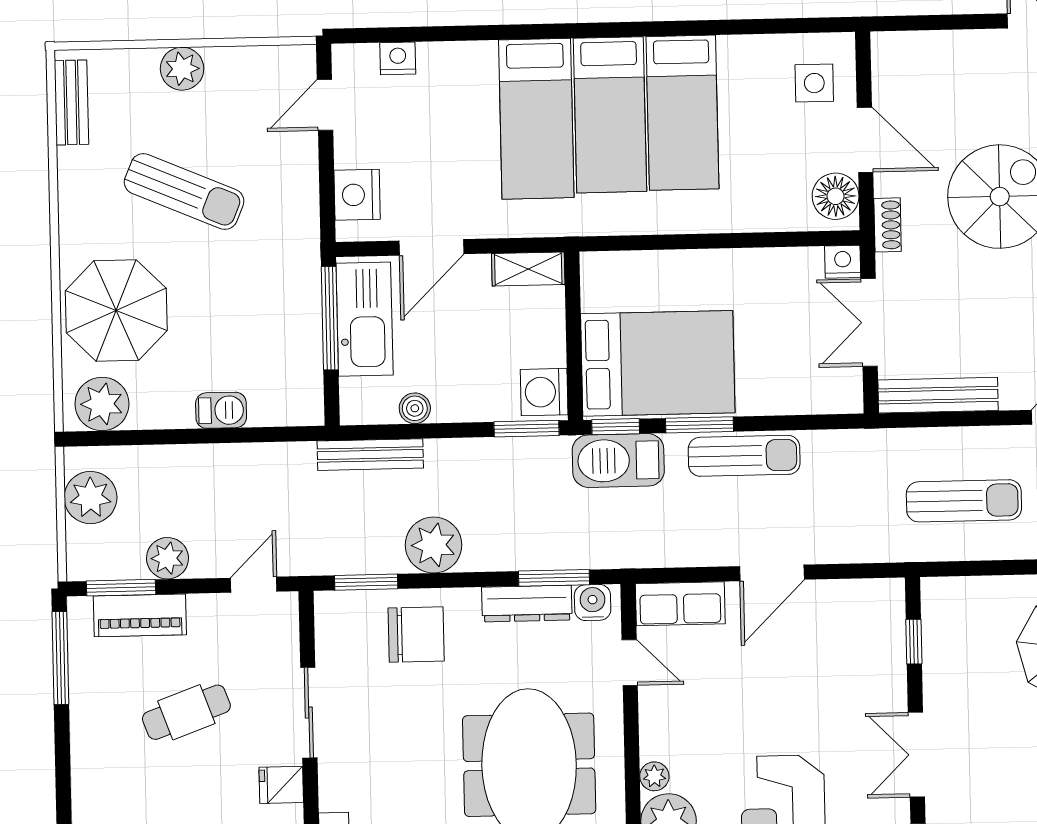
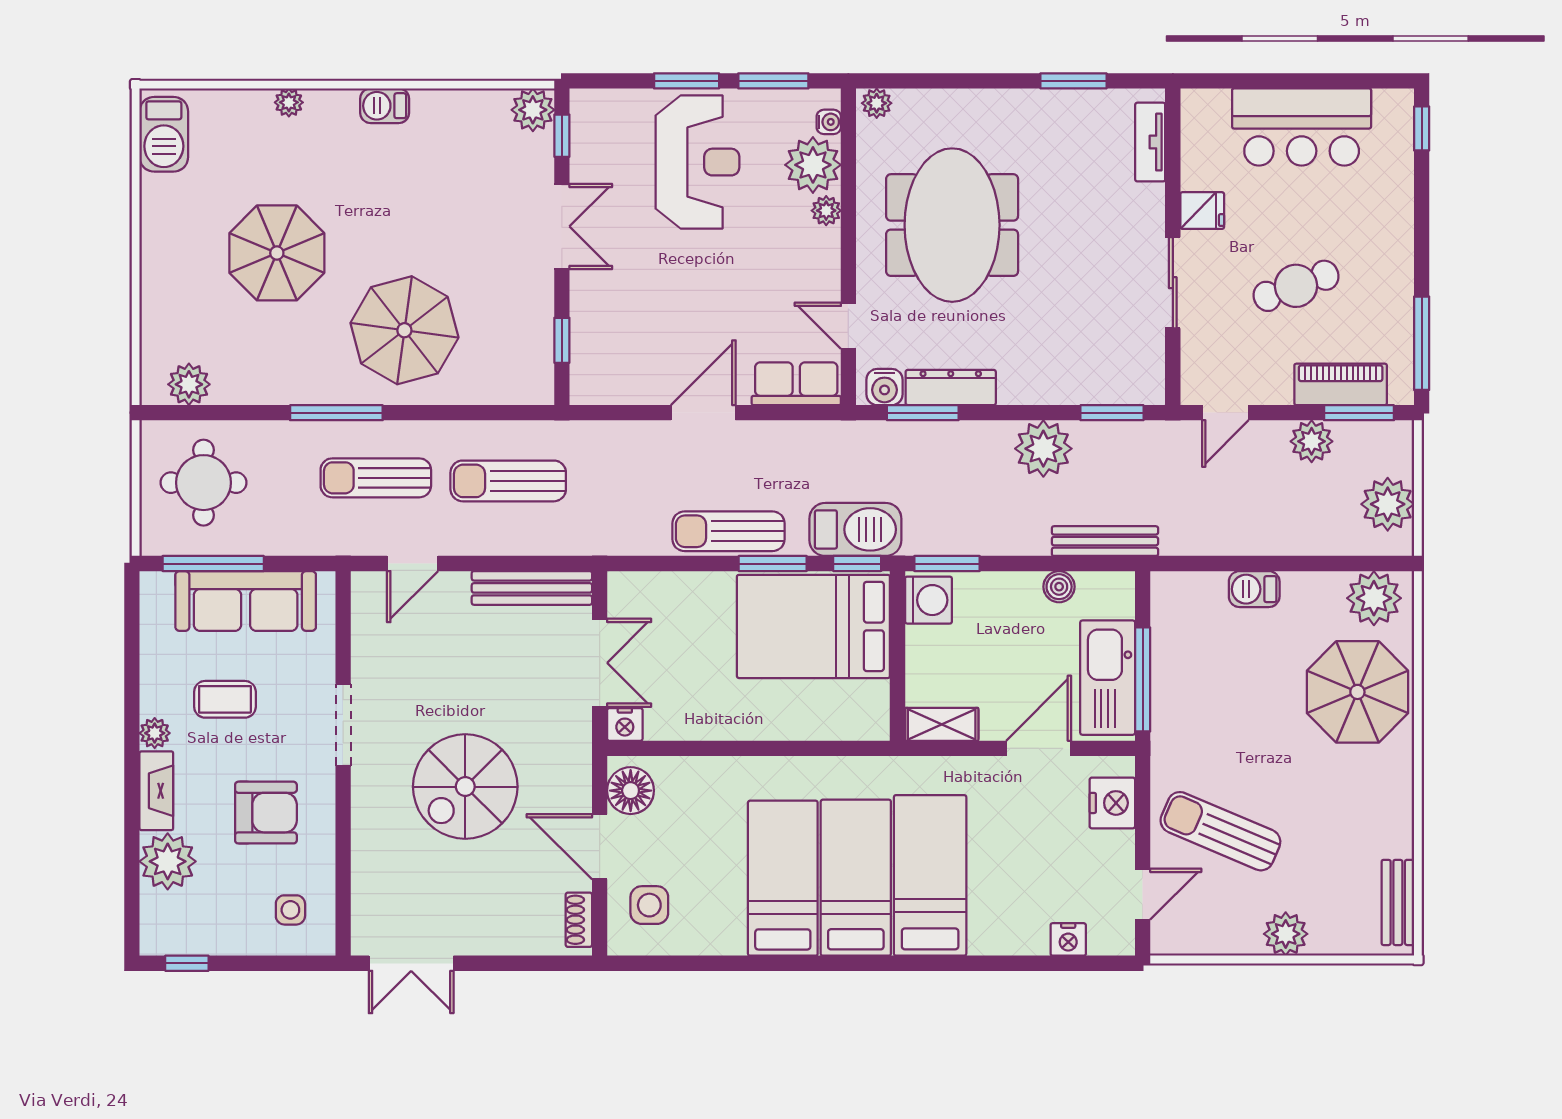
sun lounger: (184, 192) -> (1220, 831), moved
shoe rack: (888, 225) -> (579, 920), moved
chair: (416, 634) -> (1063, 359), removed

